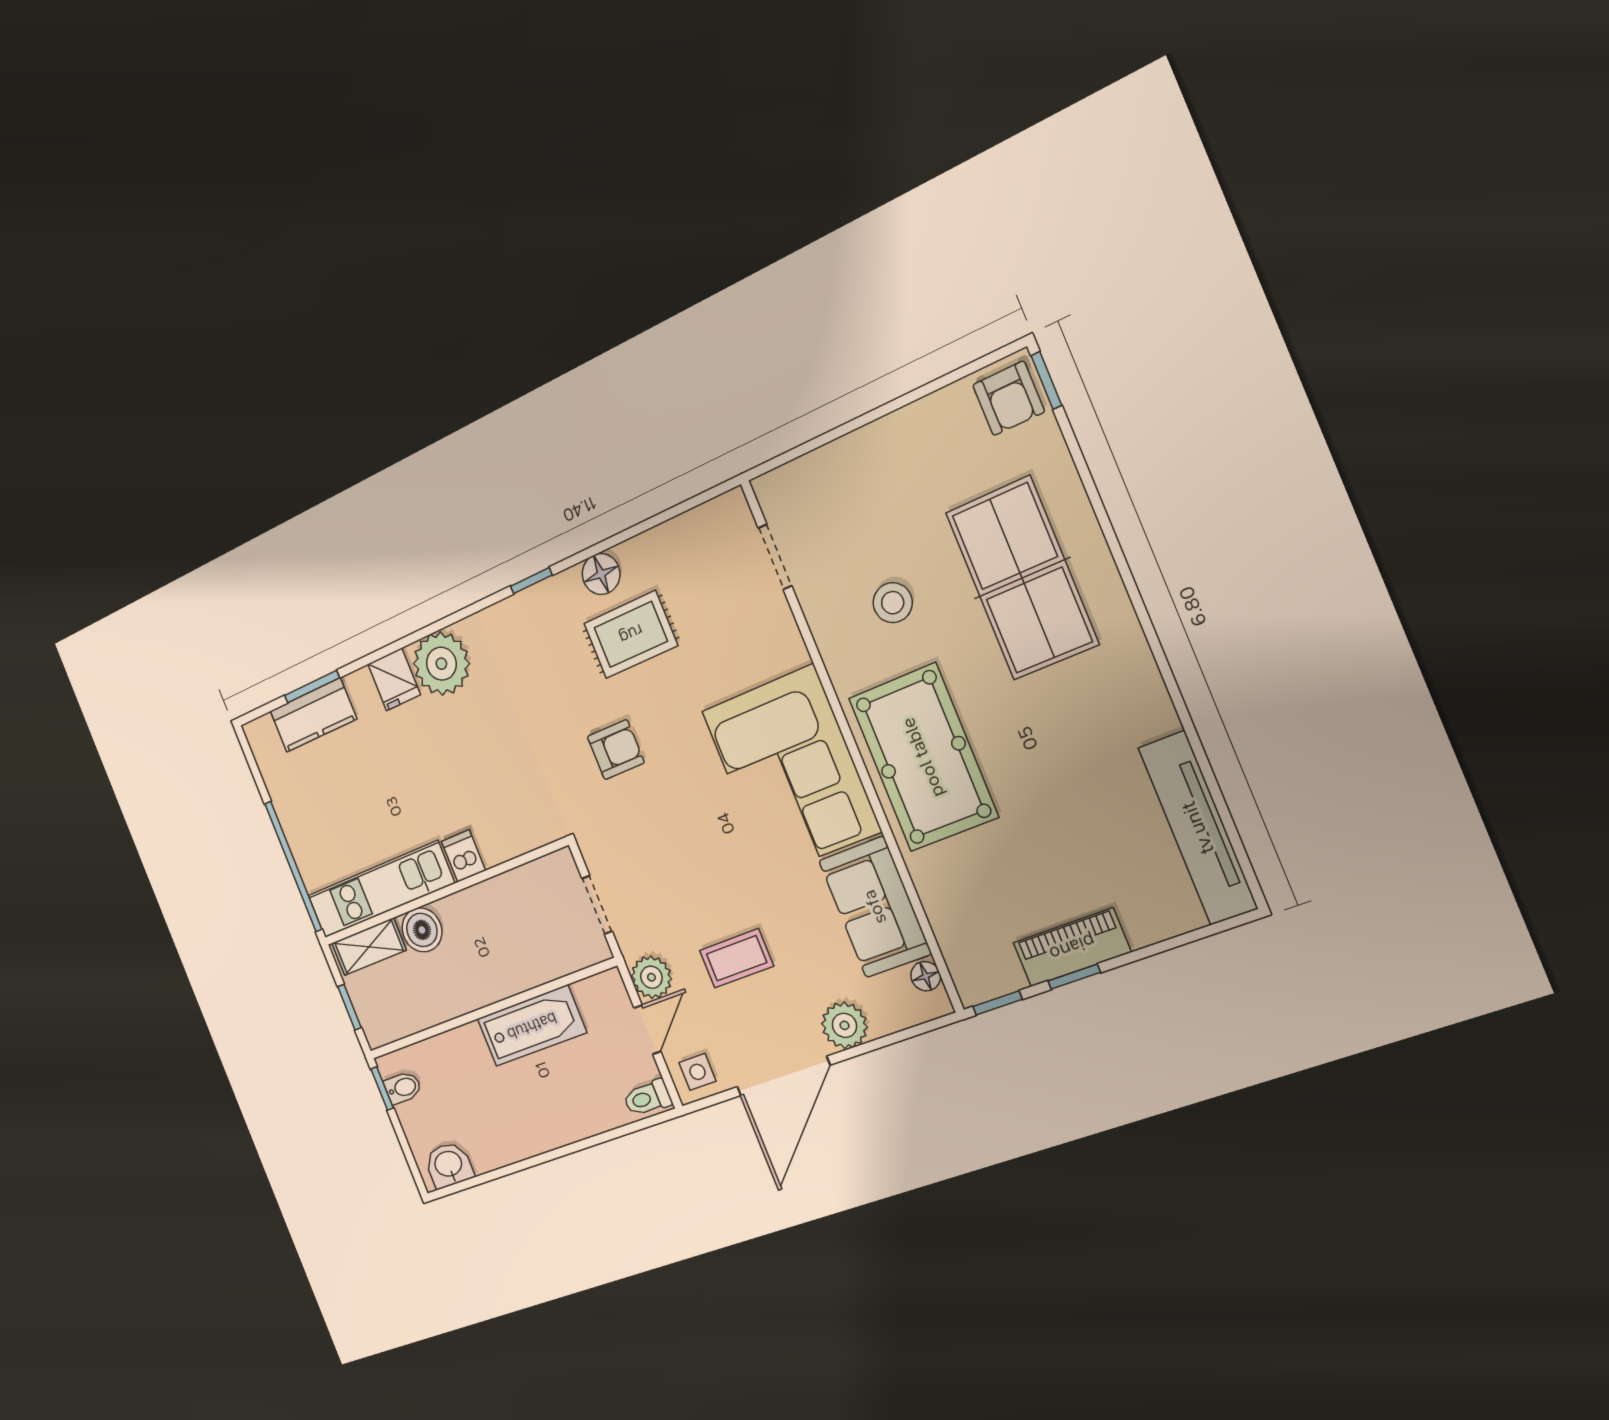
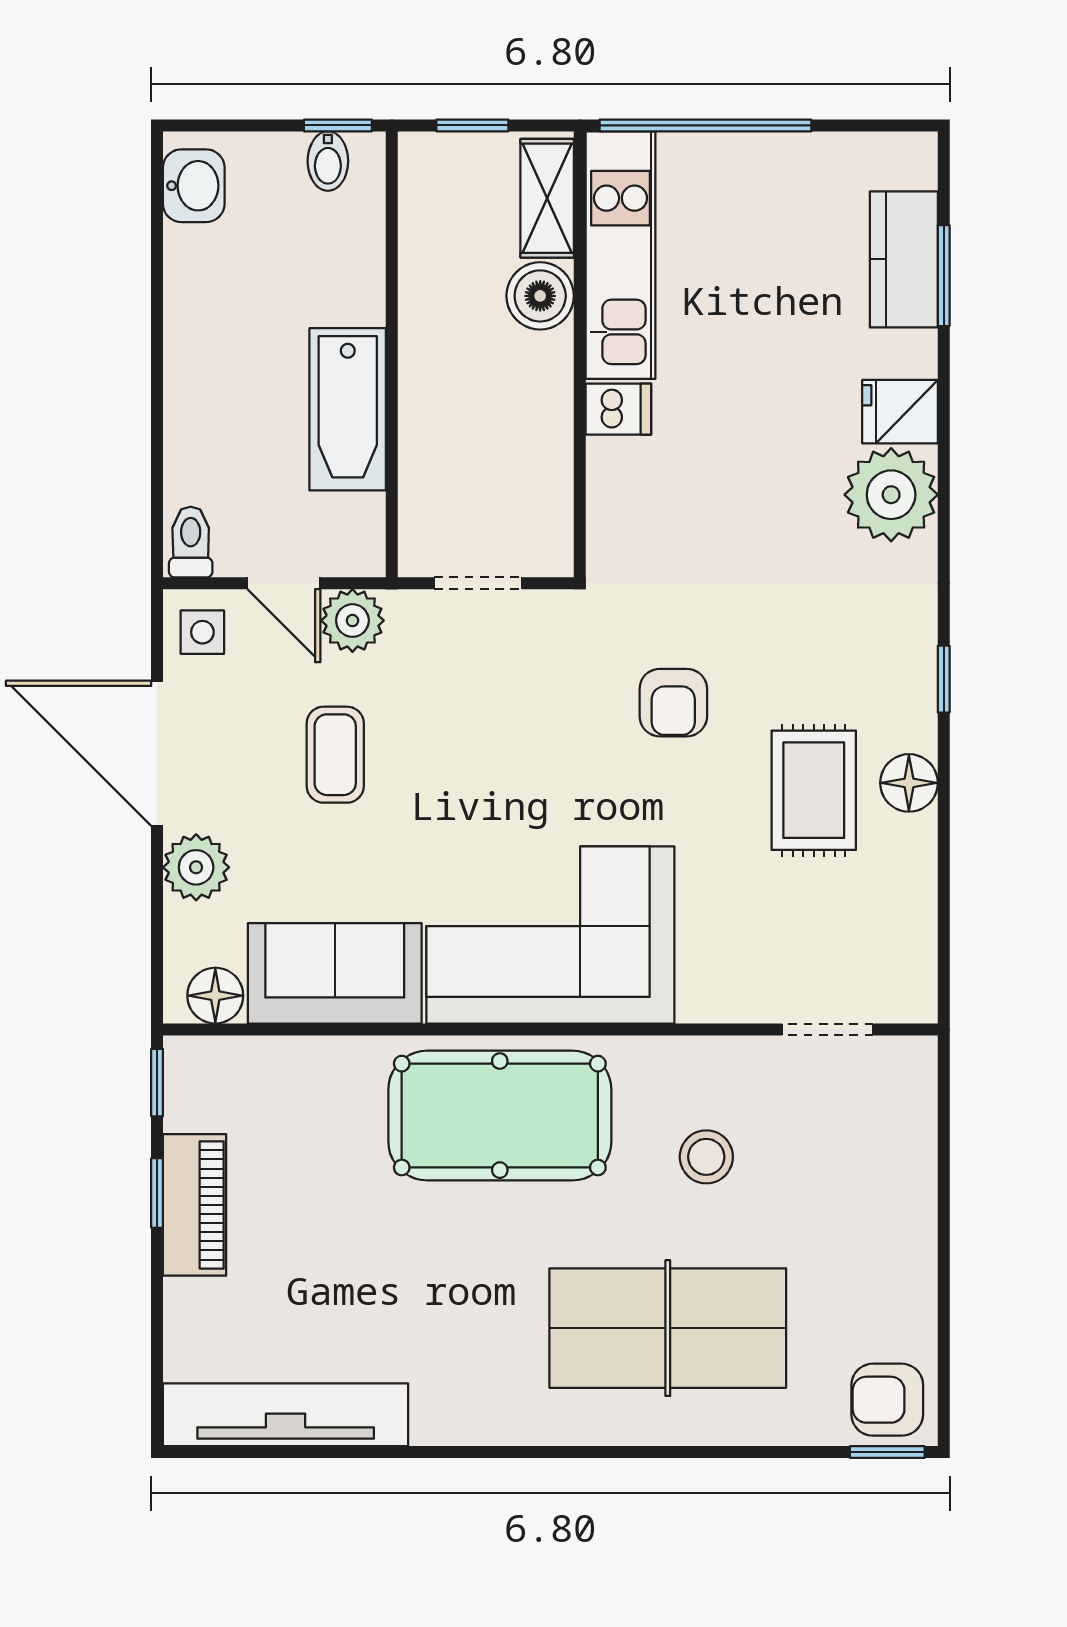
floor lamp: (926, 976) -> (215, 996), width x1.37, depth x1.37

